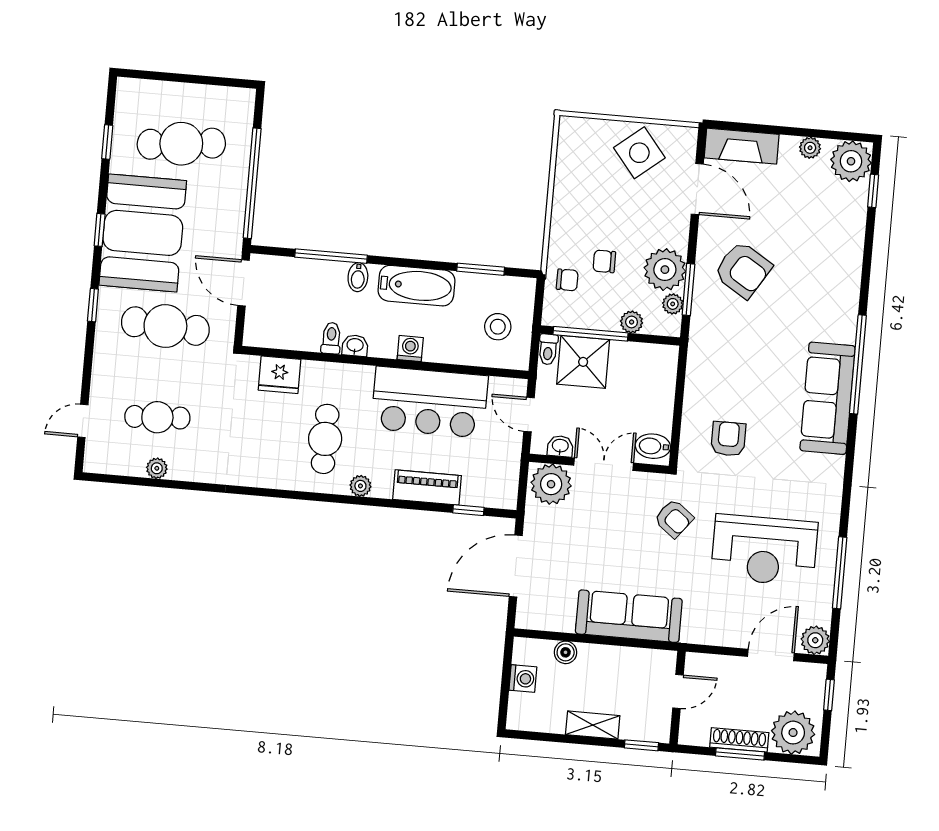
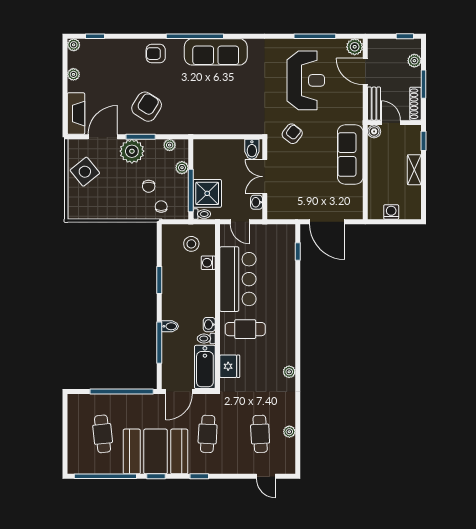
window: (107, 142) -> (105, 476), width x3.17
cafe table: (181, 144) -> (103, 434), width x0.73, depth x0.74
plant: (851, 161) -> (74, 45), width x0.53, depth x0.53
window: (481, 269) -> (159, 280), moved
plant: (665, 270) -> (132, 151), moved
bathtub: (416, 286) -> (205, 367), moved, turned 180
window: (688, 289) -> (141, 137), moved
cafe table: (165, 326) -> (208, 434), width x0.73, depth x0.74
washing machine: (410, 349) -> (208, 263), moved
door: (529, 415) -> (240, 222), hinge flipped
cafe table: (325, 439) -> (245, 329), moved
armchair: (728, 439) -> (156, 54), moved
plant: (551, 484) -> (279, 206), removed
plant: (360, 486) -> (289, 372), moved
piano: (427, 487) -> (287, 276), removed
boiler: (566, 652) -> (374, 131), moved
bench: (714, 665) -> (374, 104), added
window: (829, 695) -> (405, 36), moved
plant: (793, 733) -> (414, 61), width x0.53, depth x0.53
shoe rack: (739, 740) -> (415, 104), moved

